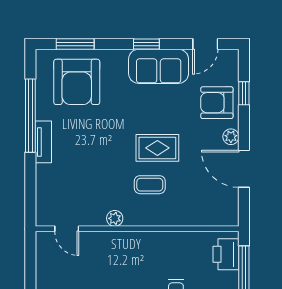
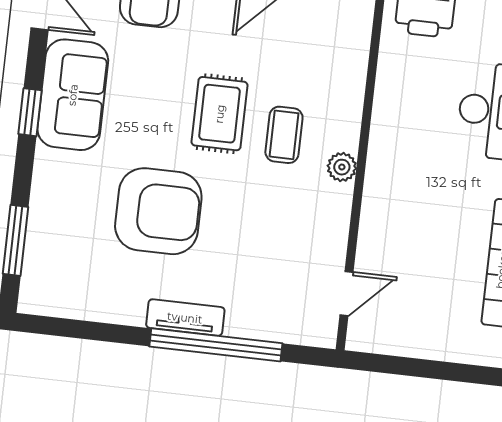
armchair: (77, 82) -> (158, 211), moved
window: (30, 116) -> (216, 345), moved
plant: (115, 218) -> (342, 167), moved

